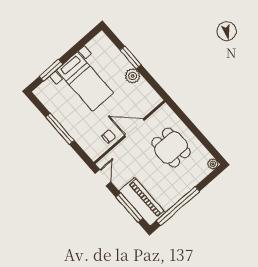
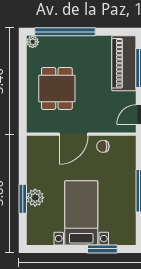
plant: (133, 76) -> (35, 198), moved
door: (134, 128) -> (74, 134), hinge flipped
window: (178, 206) -> (65, 32), moved

